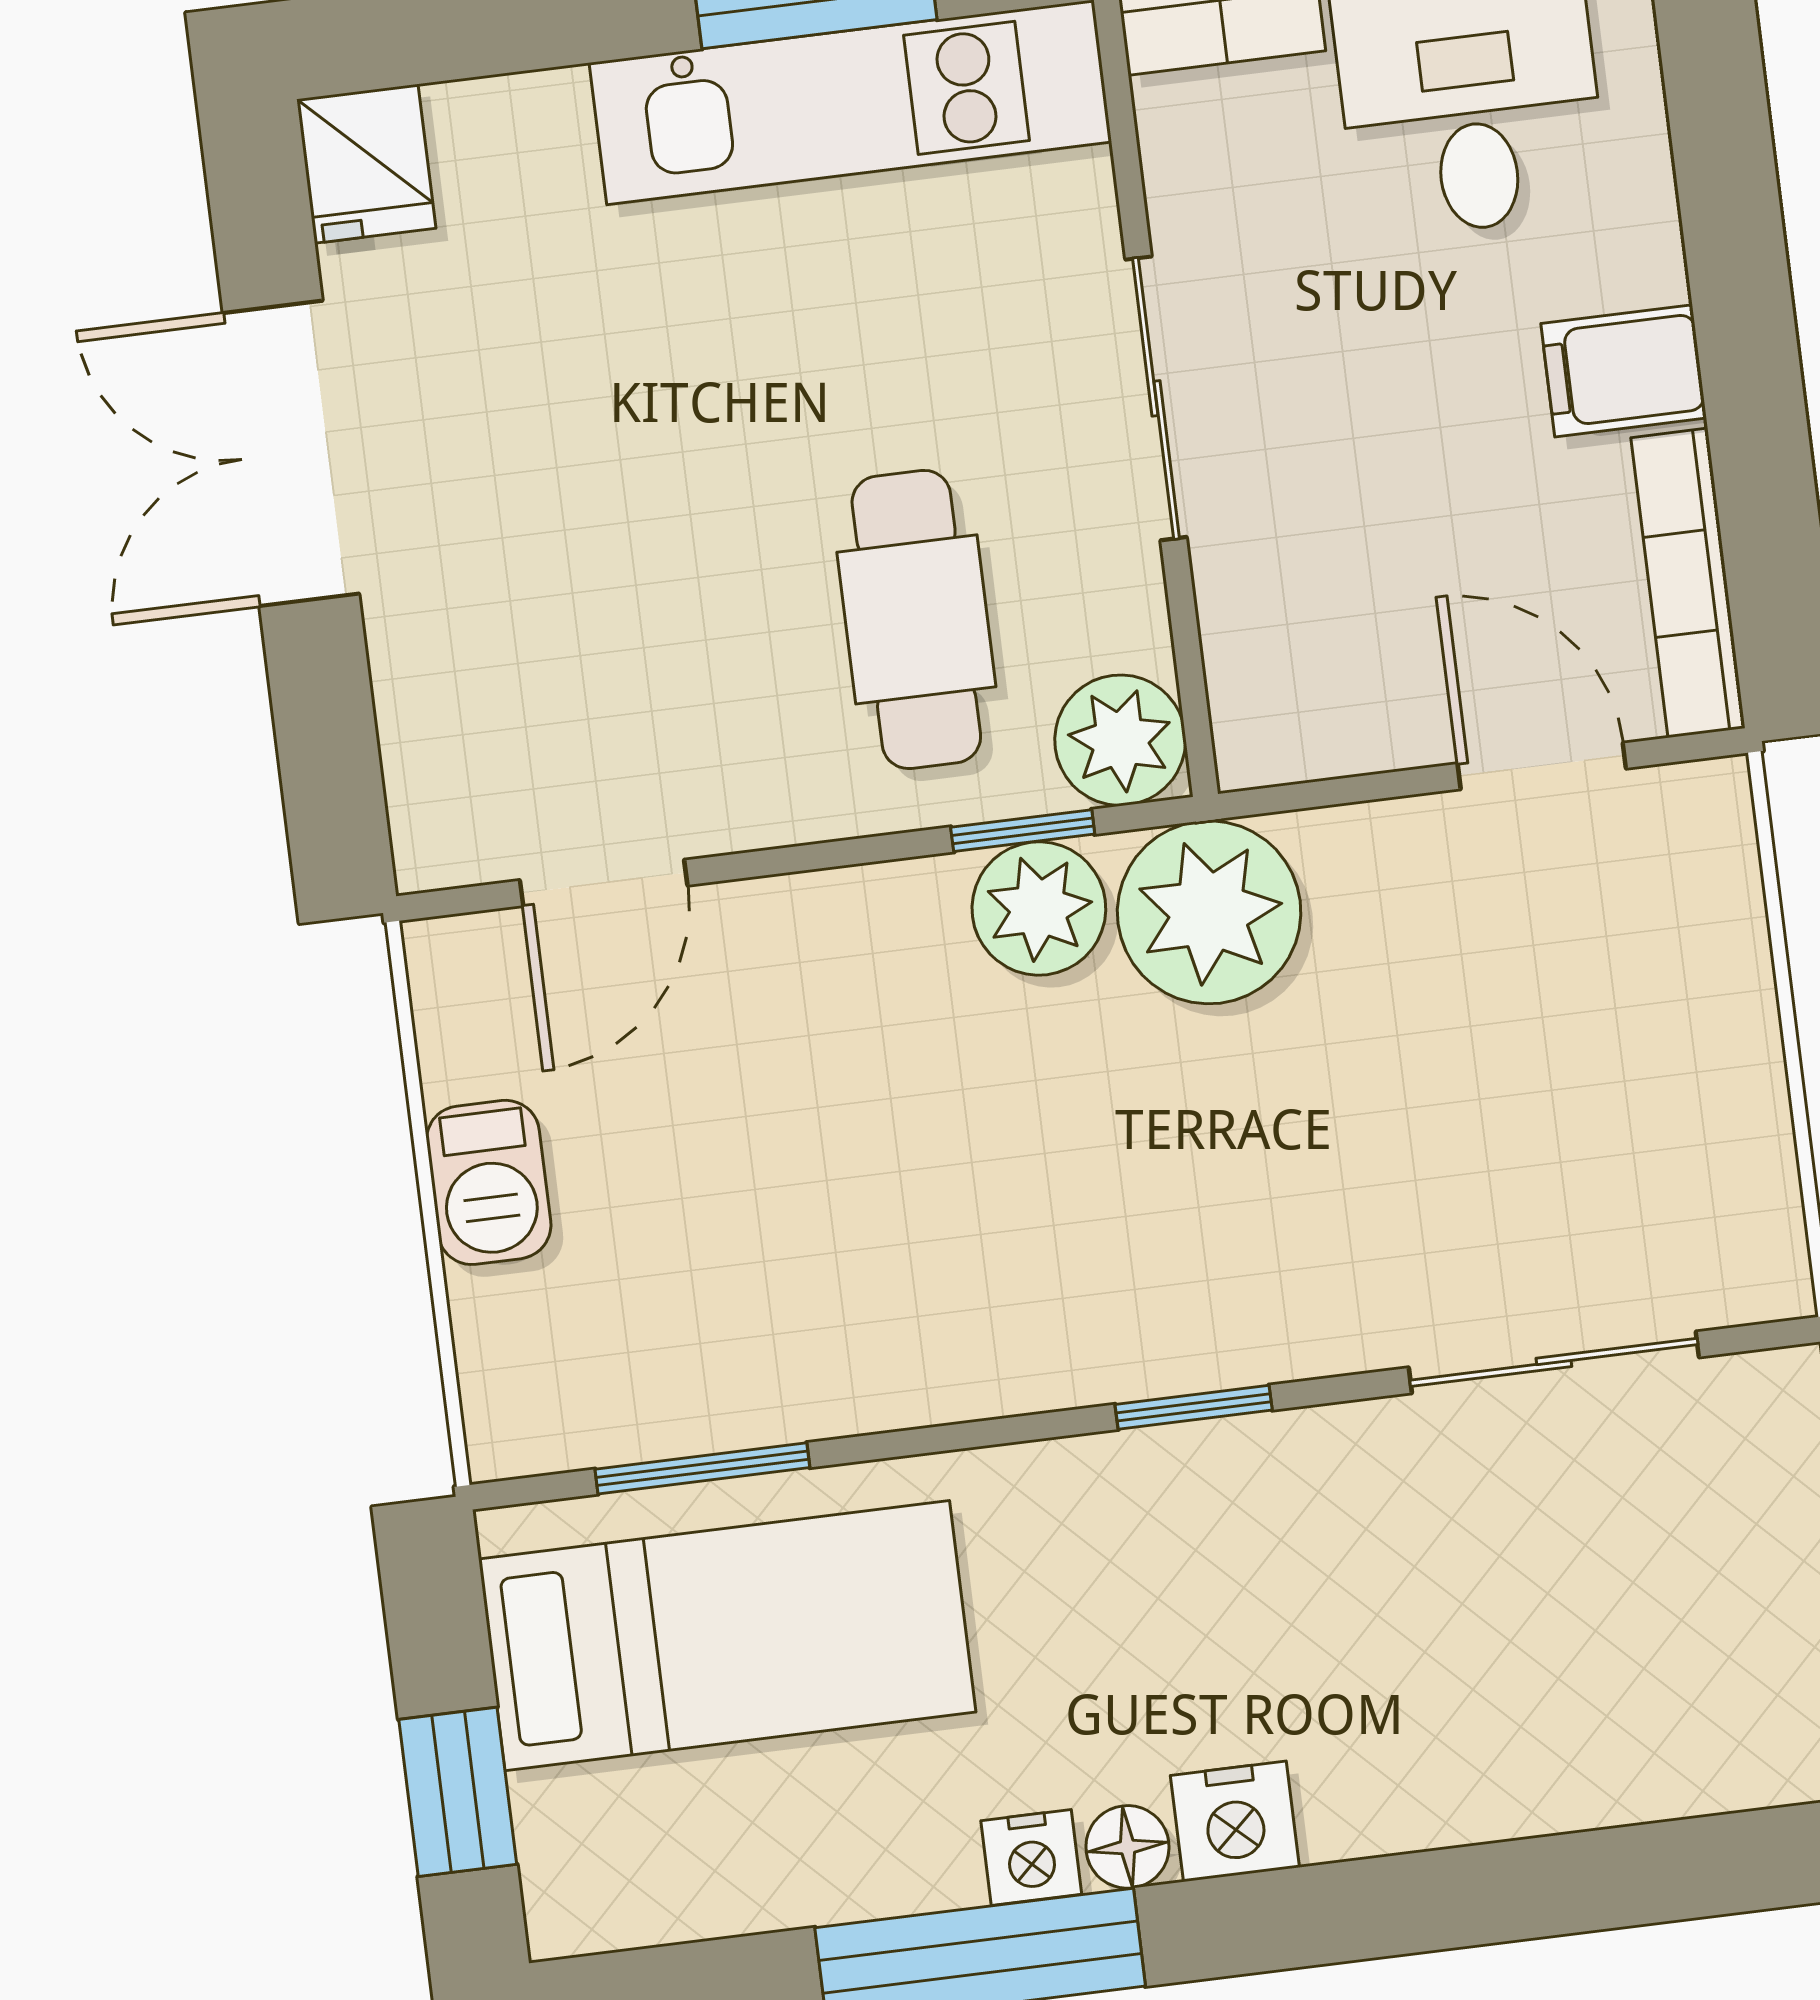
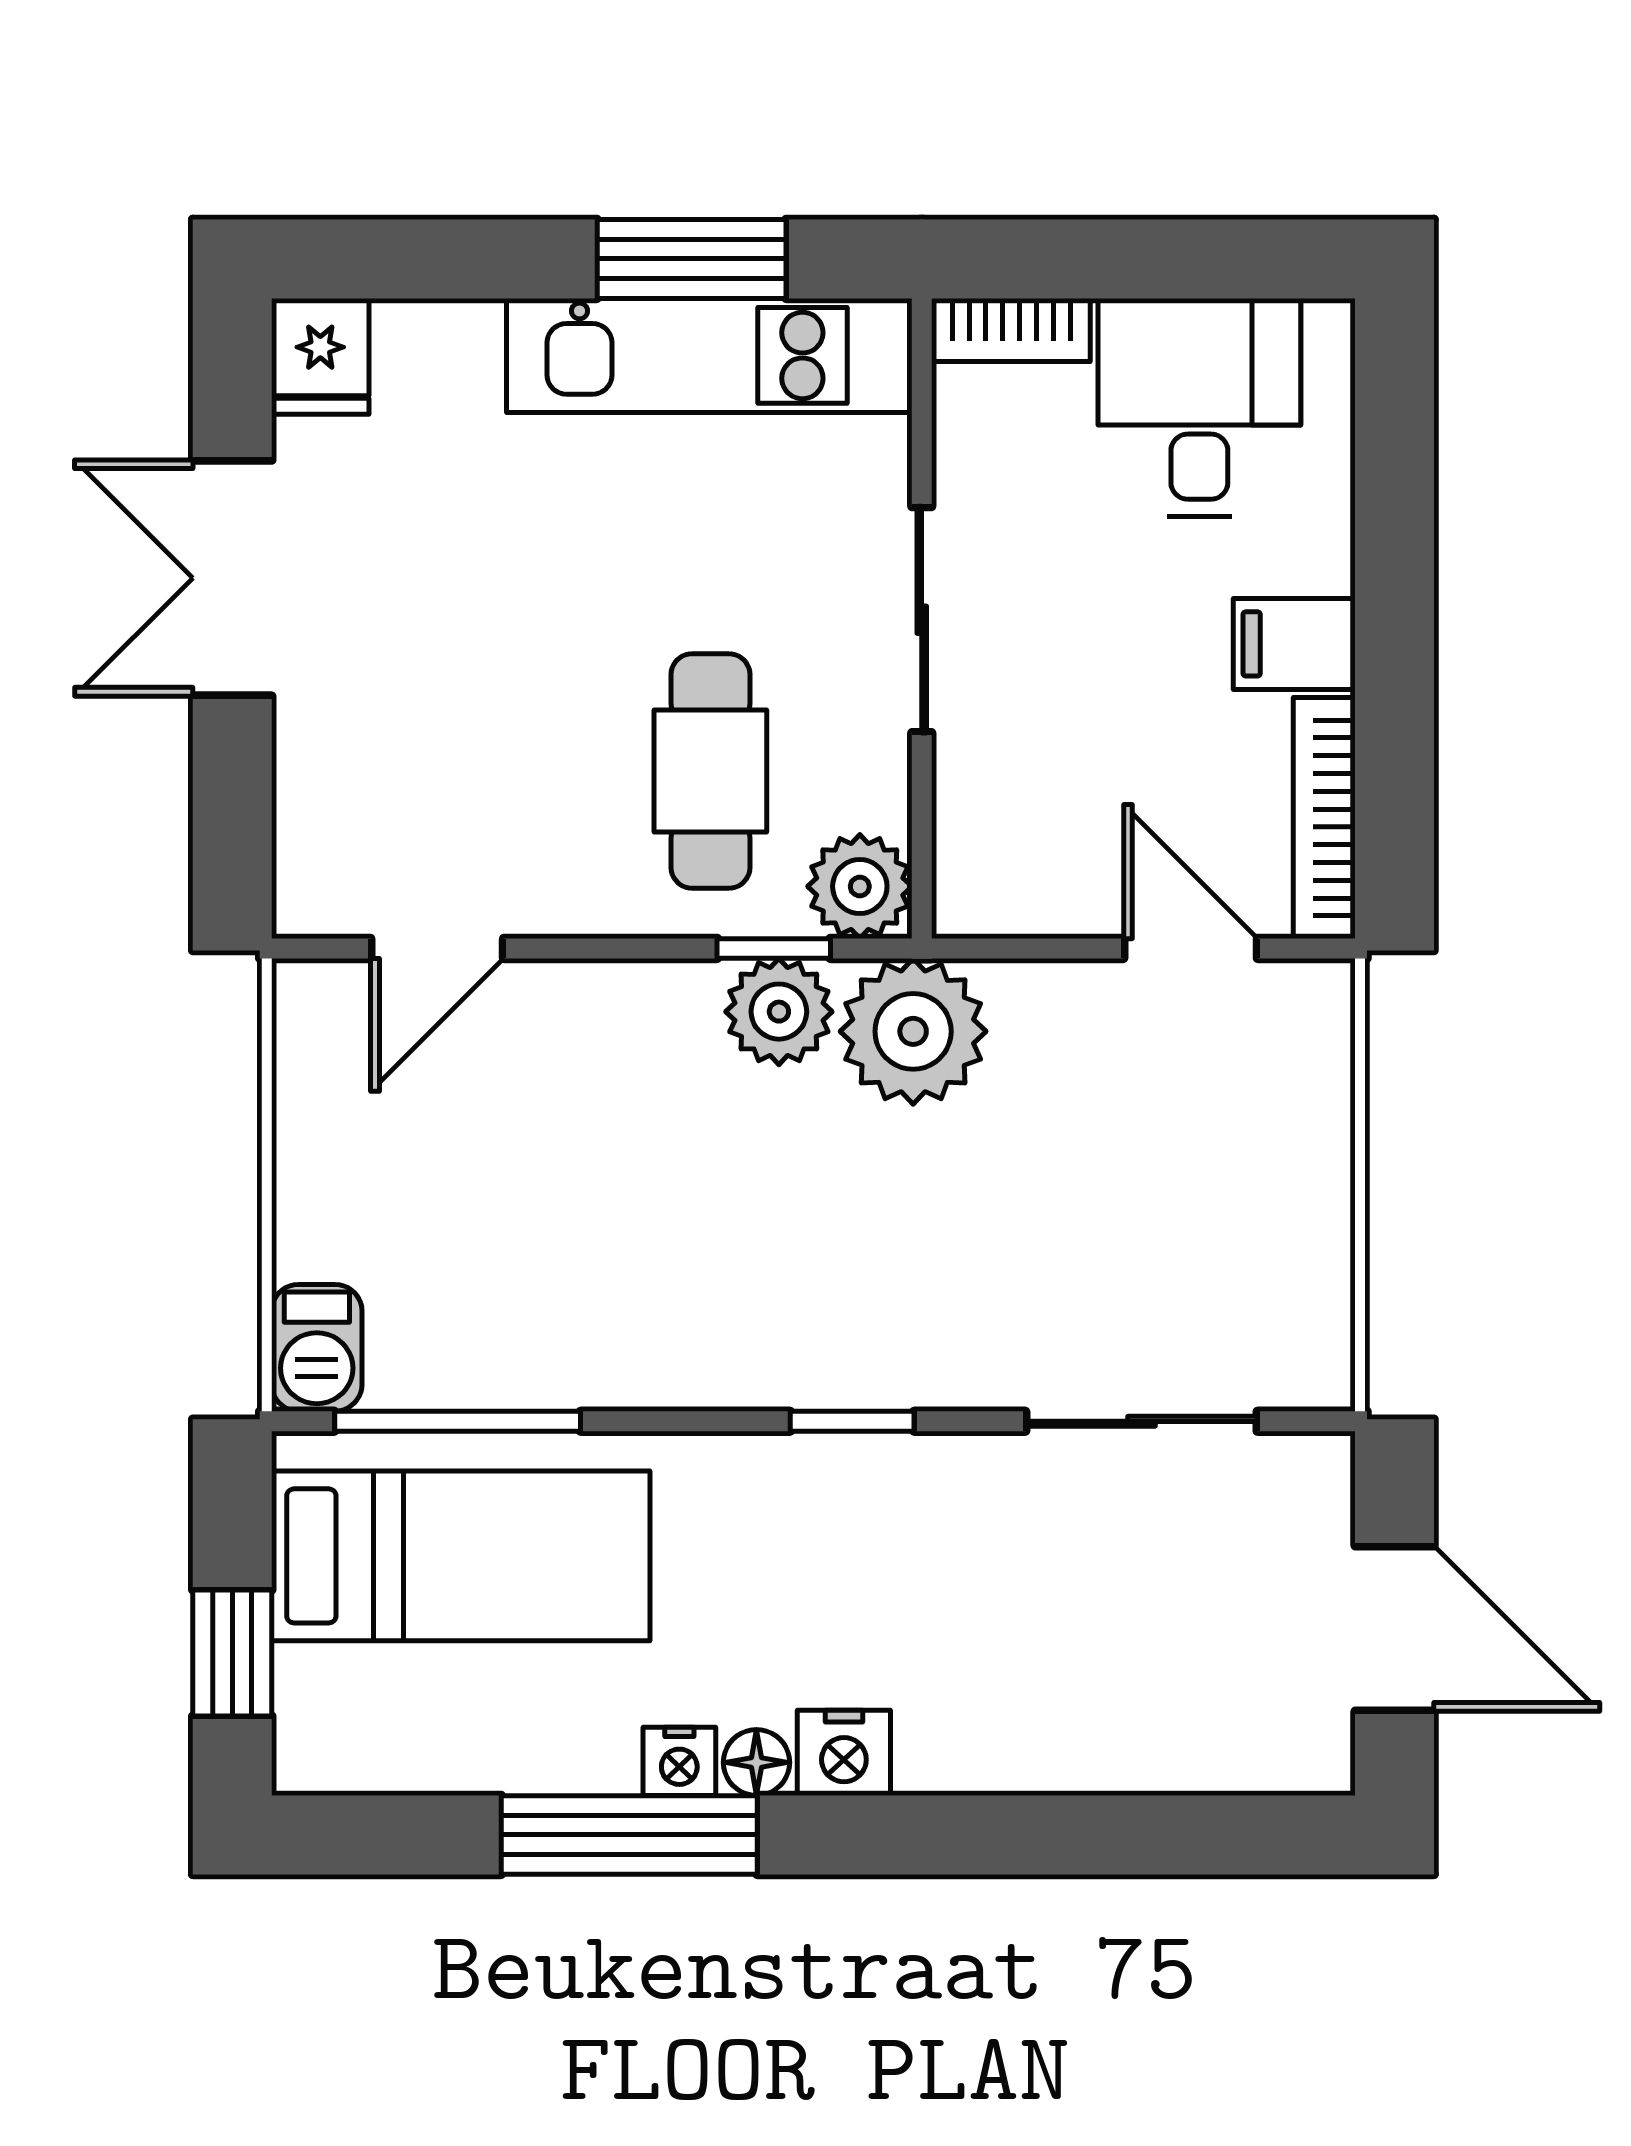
barbecue: (489, 1182) -> (317, 1348), moved
window: (702, 1468) -> (458, 1421), width x1.44

